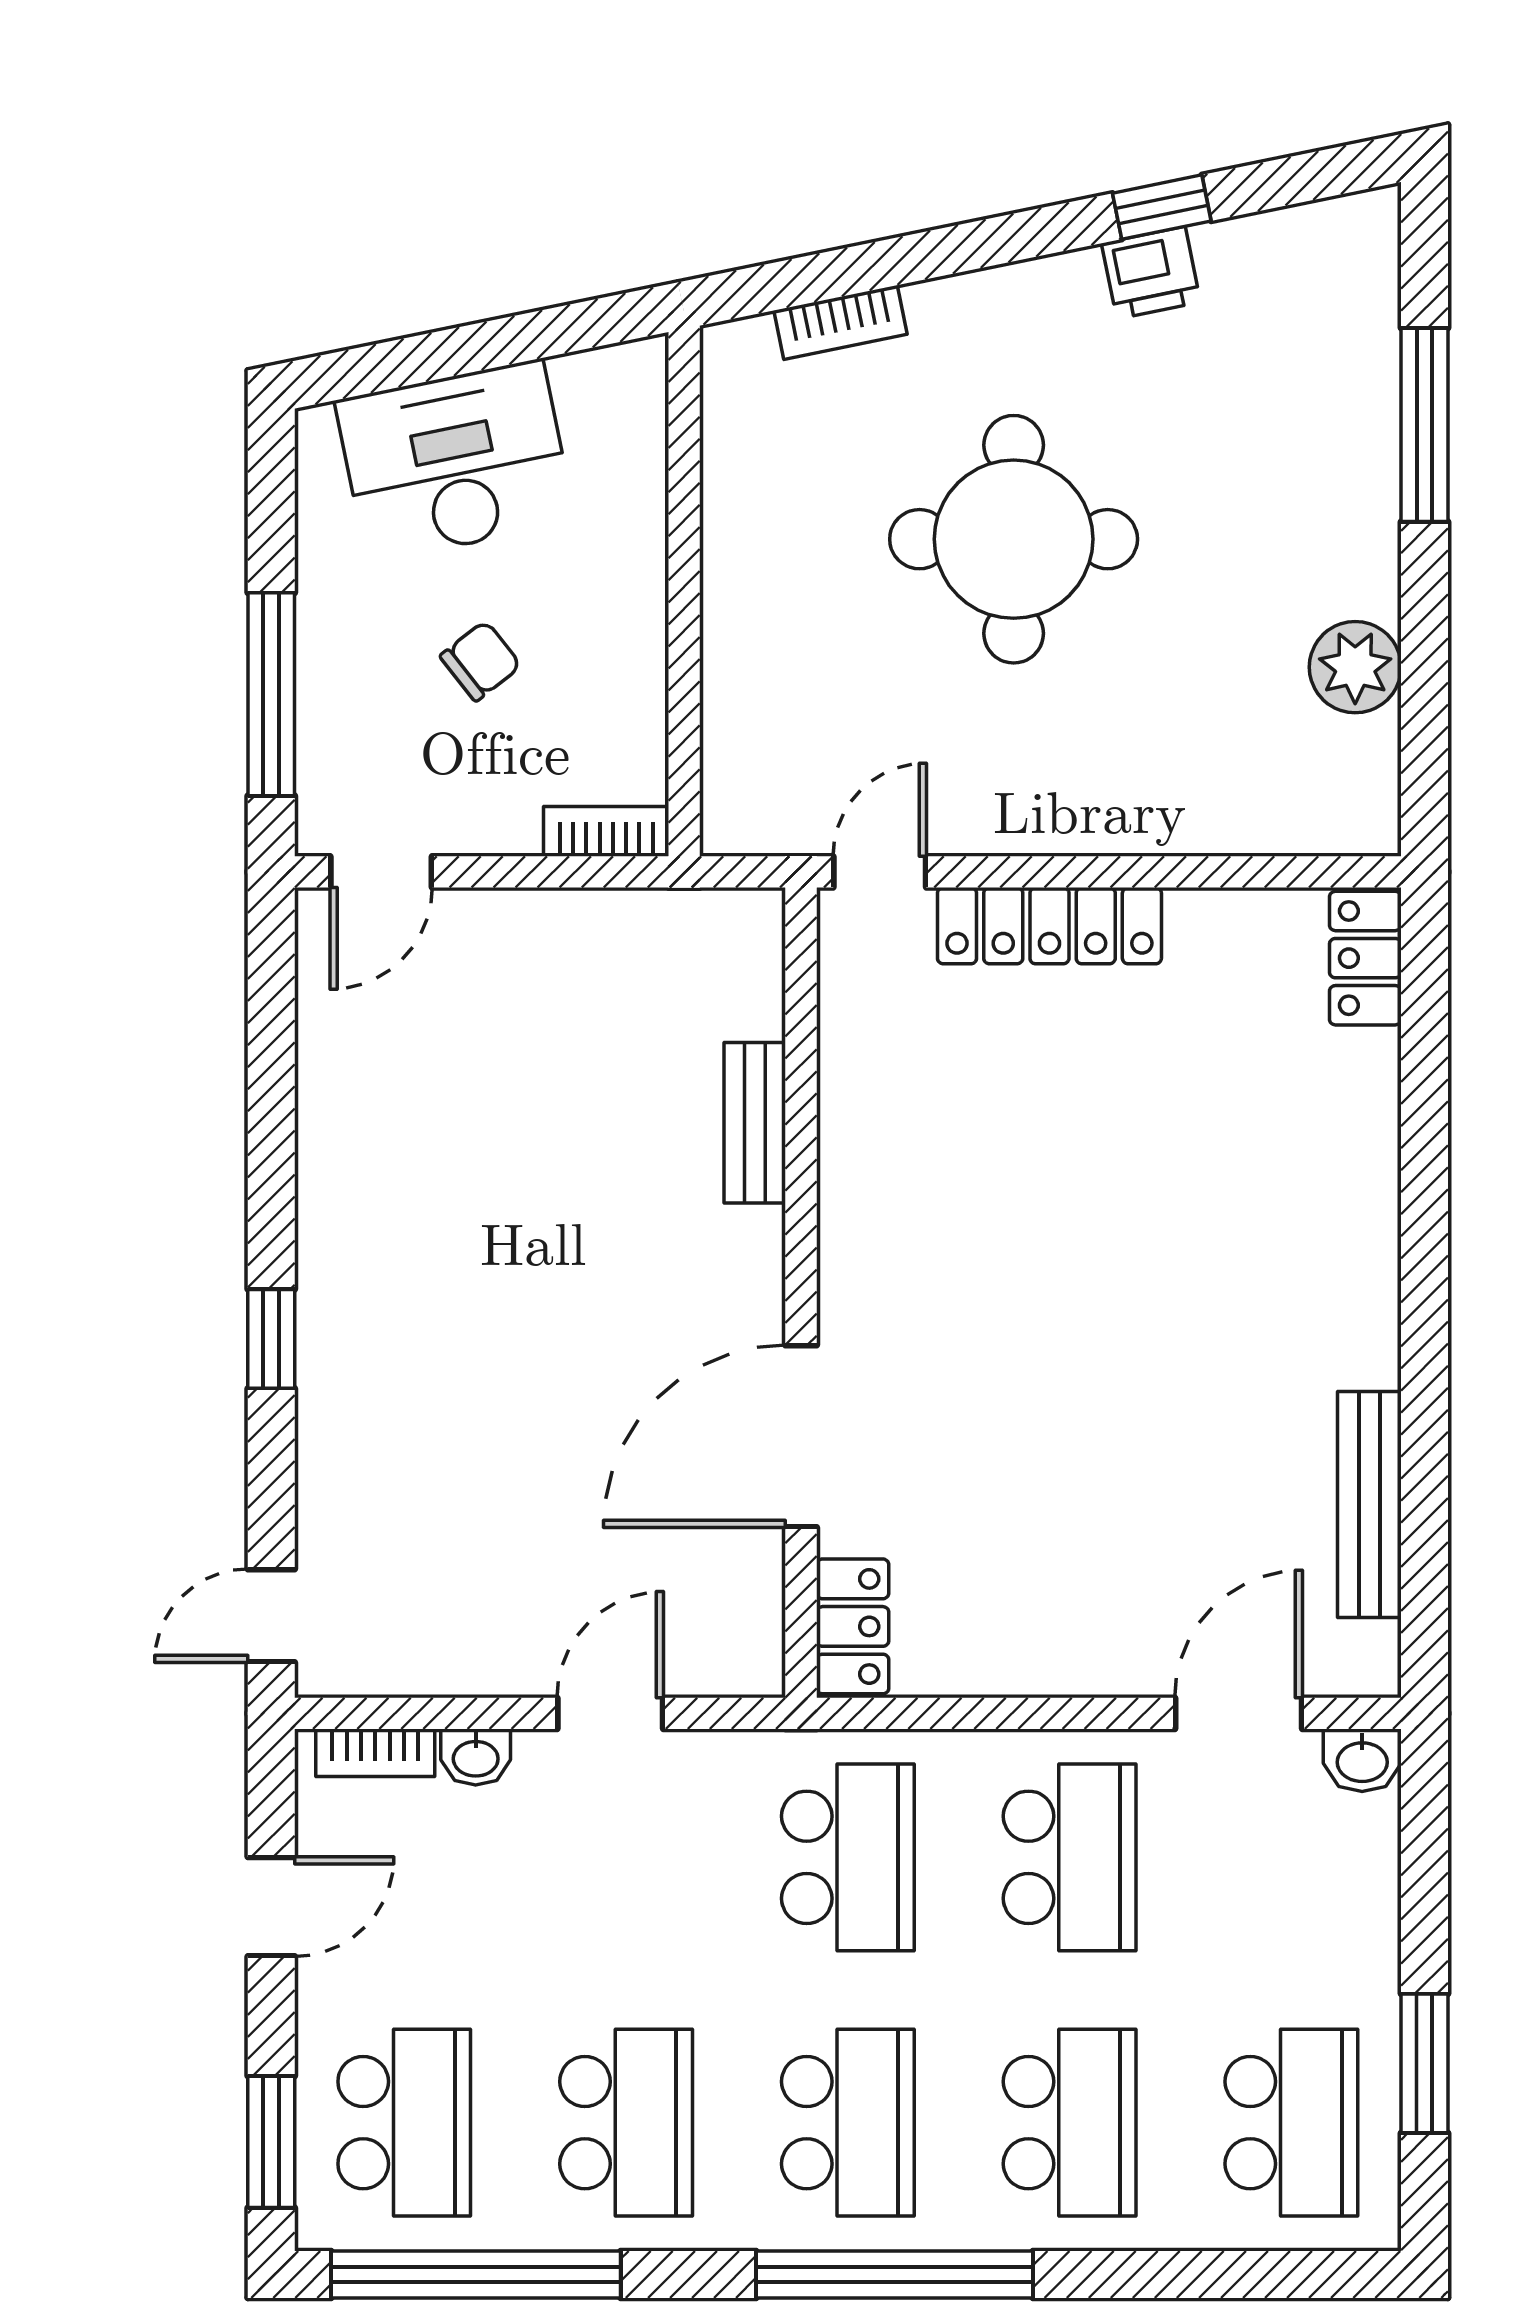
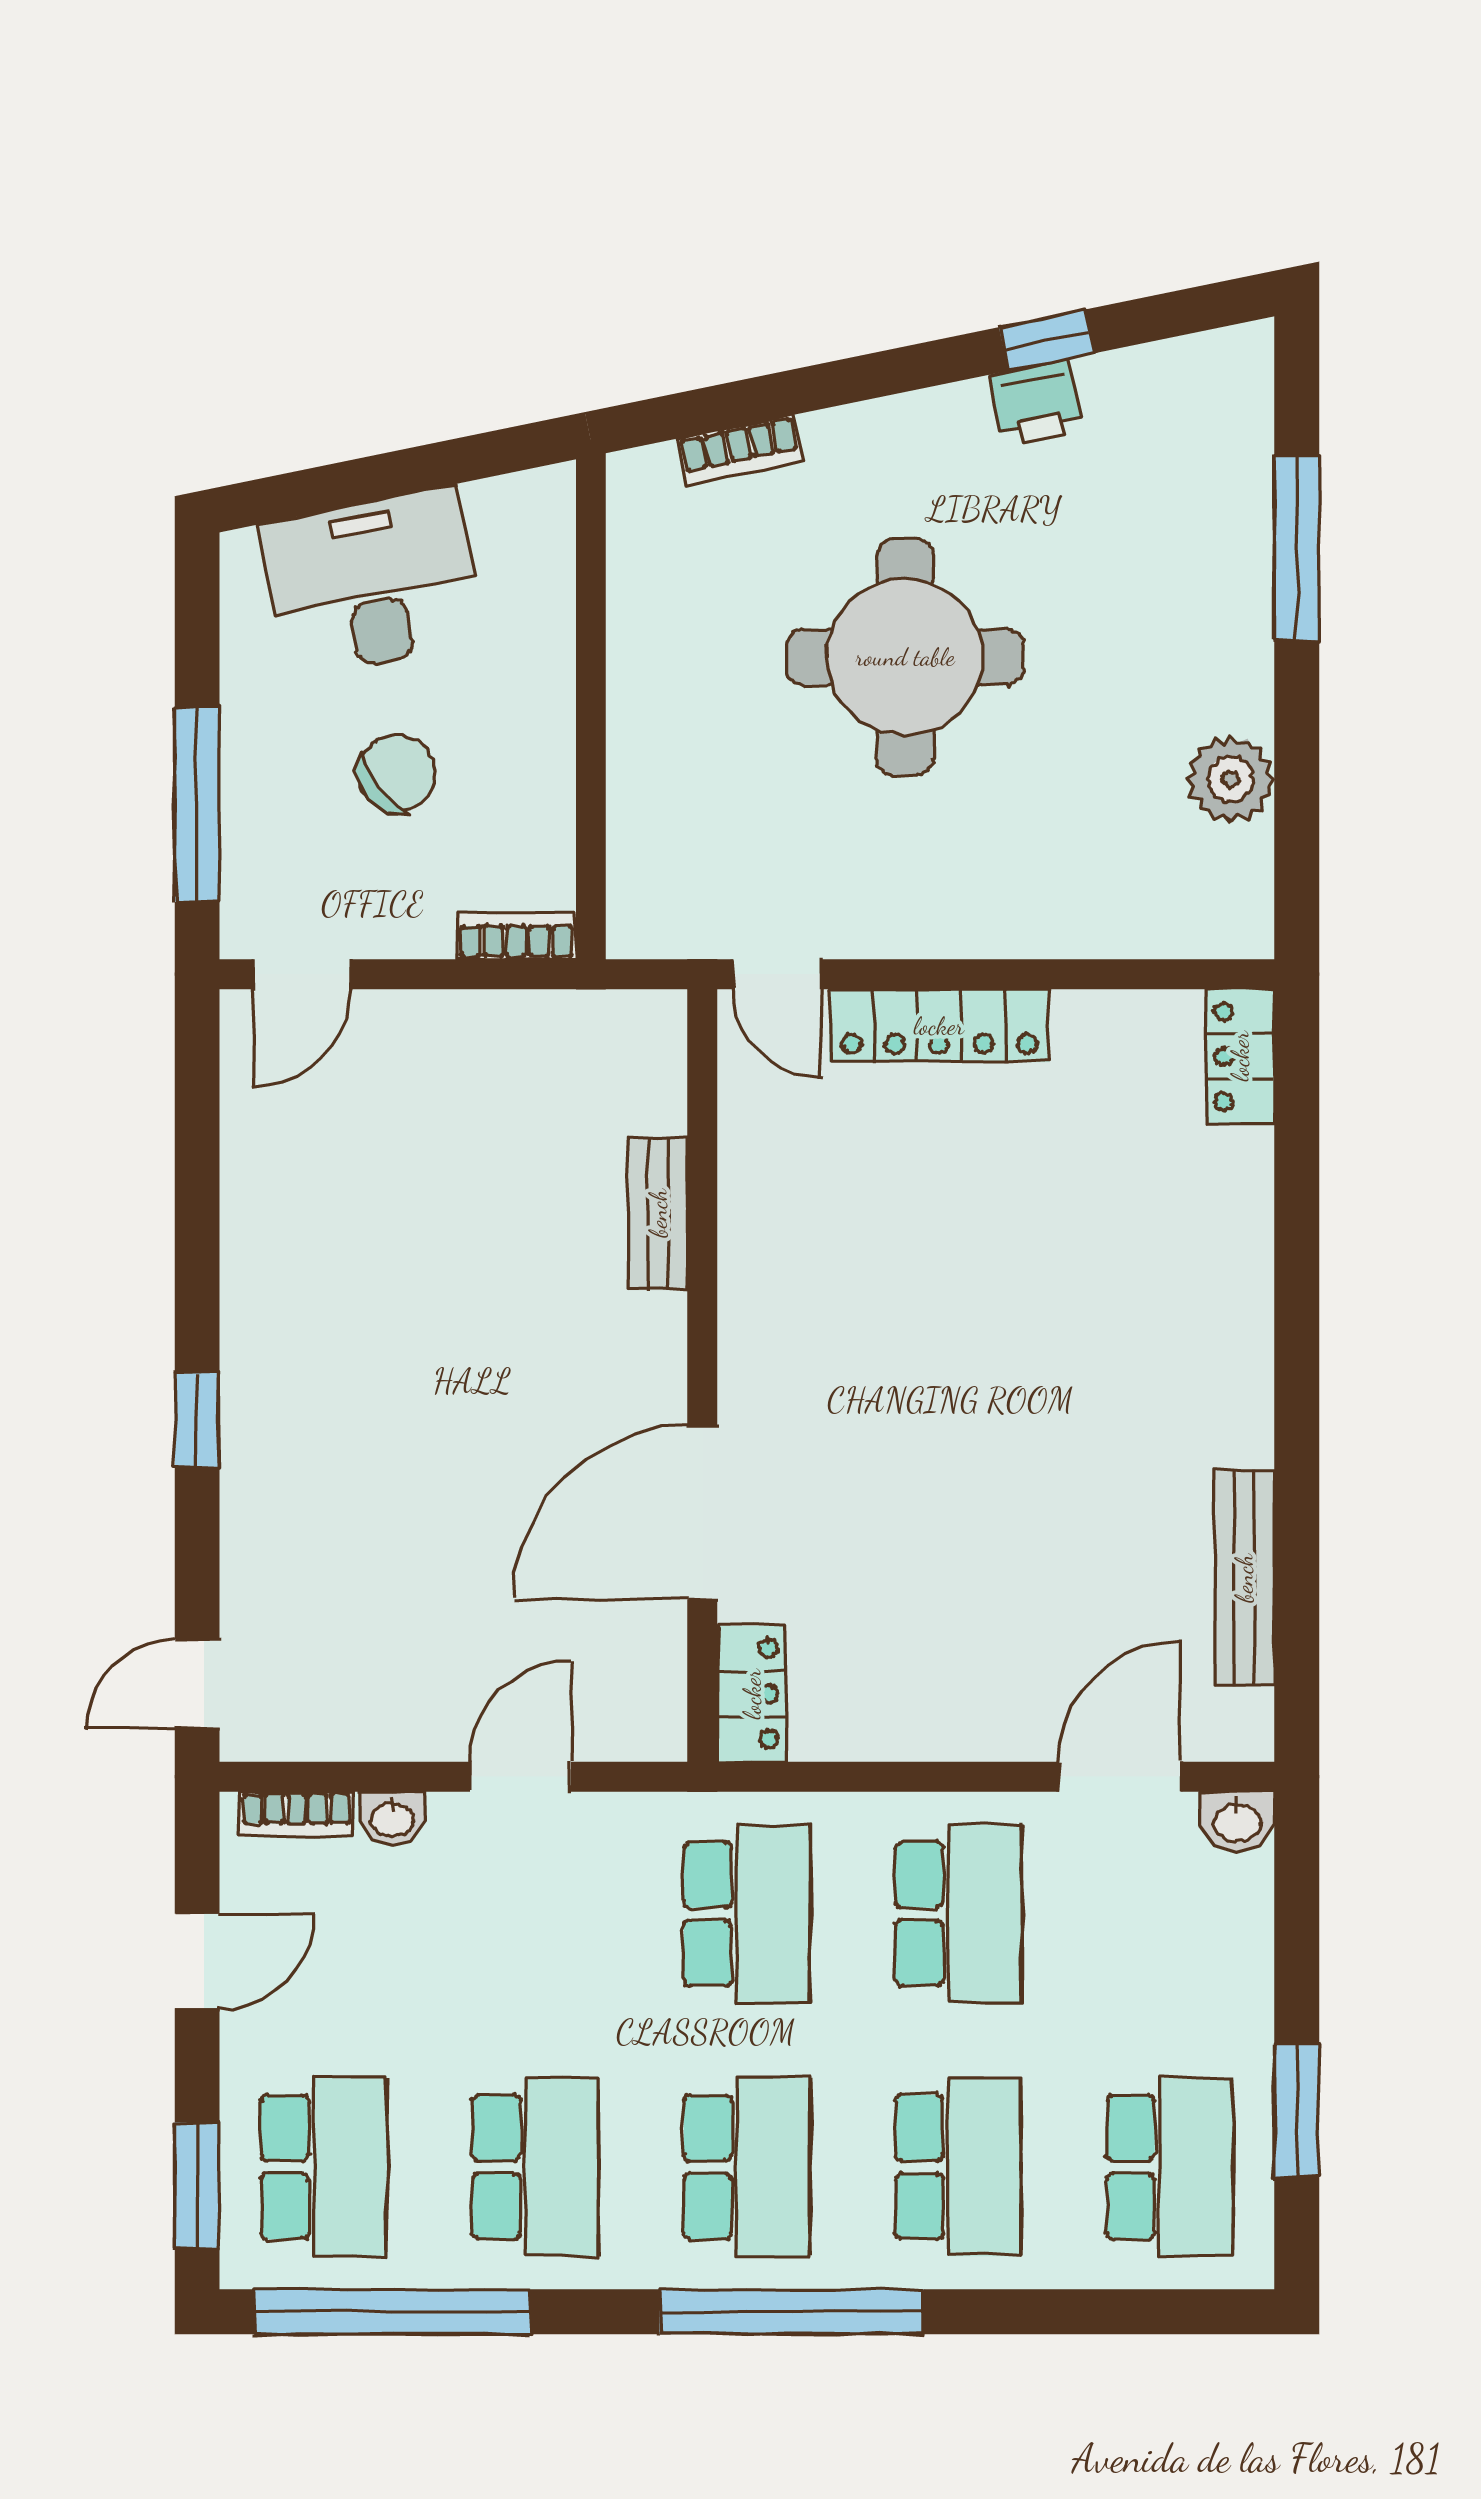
chair: (481, 661) -> (397, 773), width x1.37, depth x1.37
door: (880, 872) -> (777, 974), swing flipped

